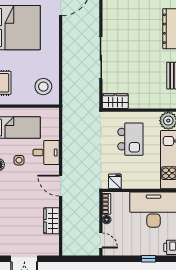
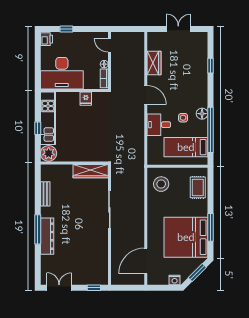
wardrobe: (115, 101) -> (91, 171), width x1.50
kitchen island: (130, 139) -> (83, 137), removed
fridge: (115, 181) -> (86, 99), moved

